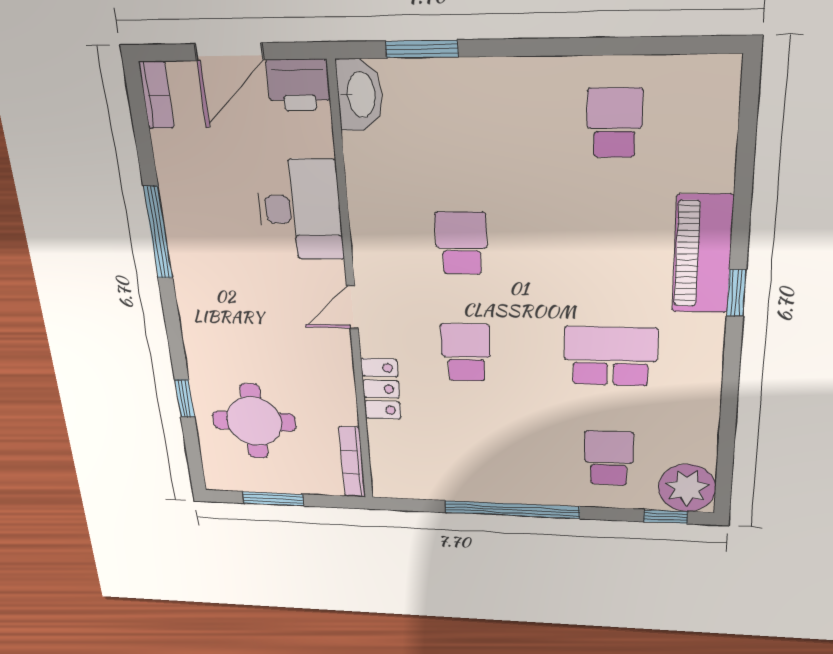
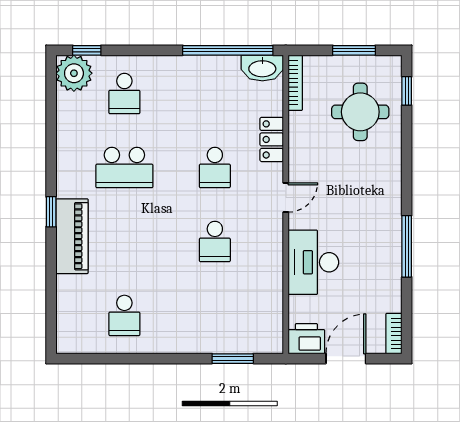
washbasin: (360, 95) -> (262, 68), moved, turned -90
window: (185, 399) -> (407, 91), moved
window: (512, 510) -> (228, 50), moved

